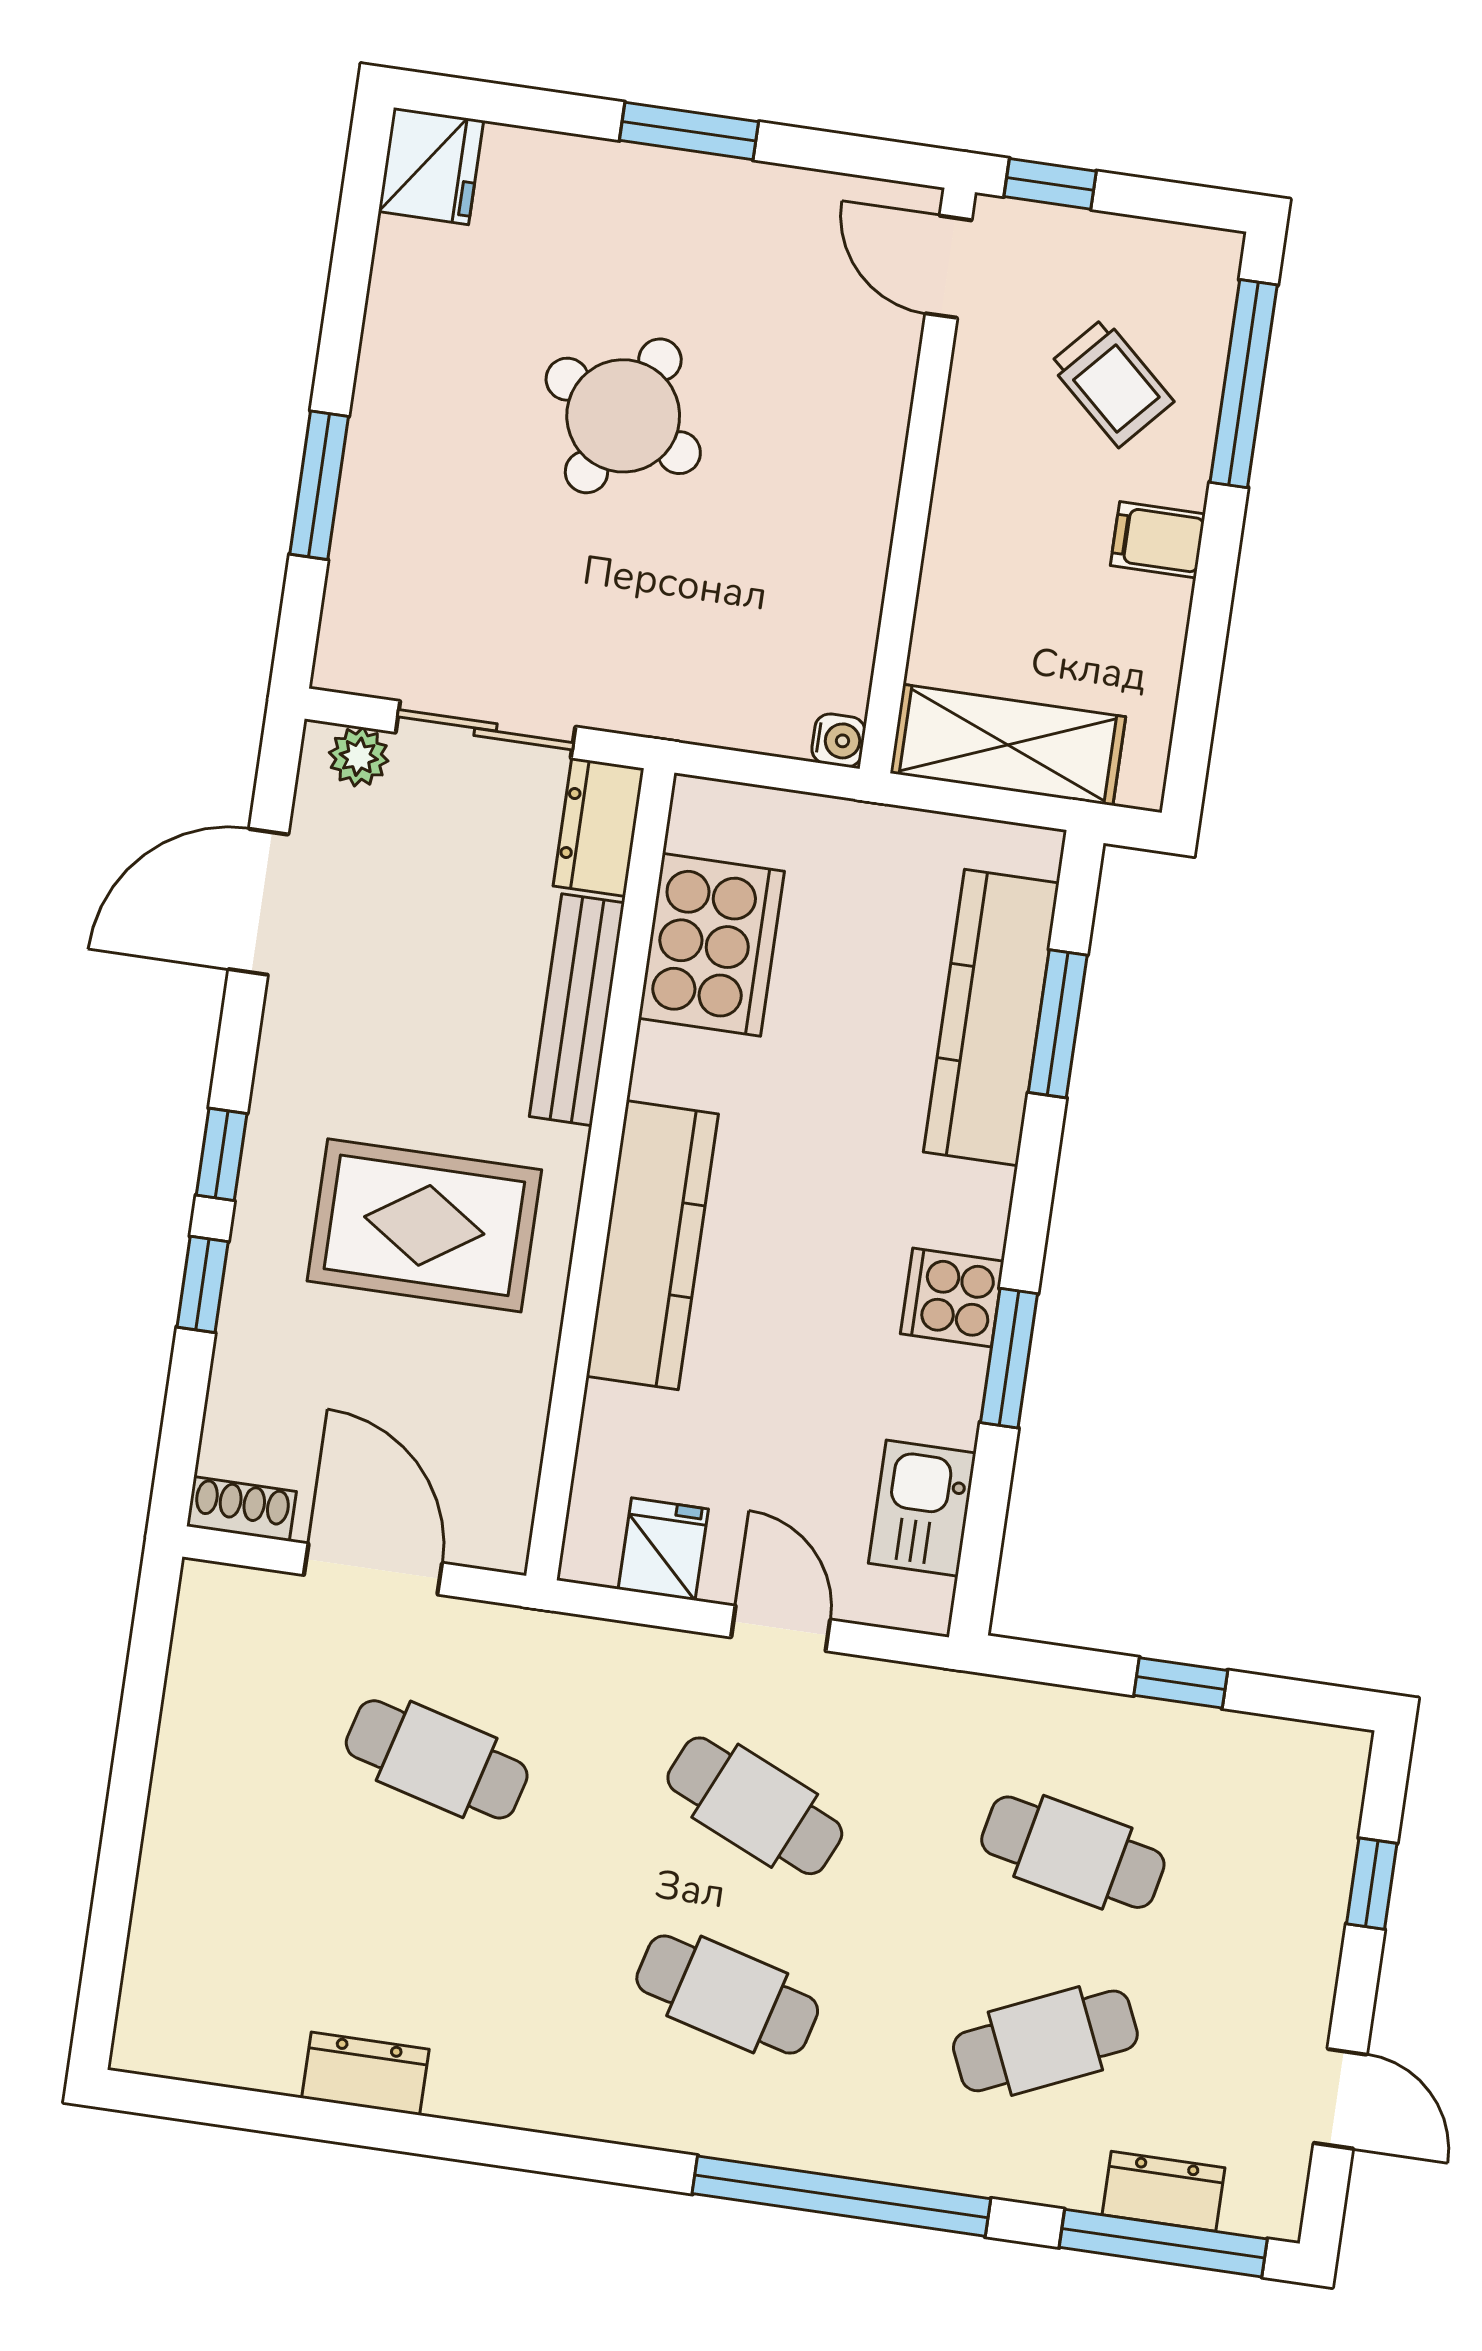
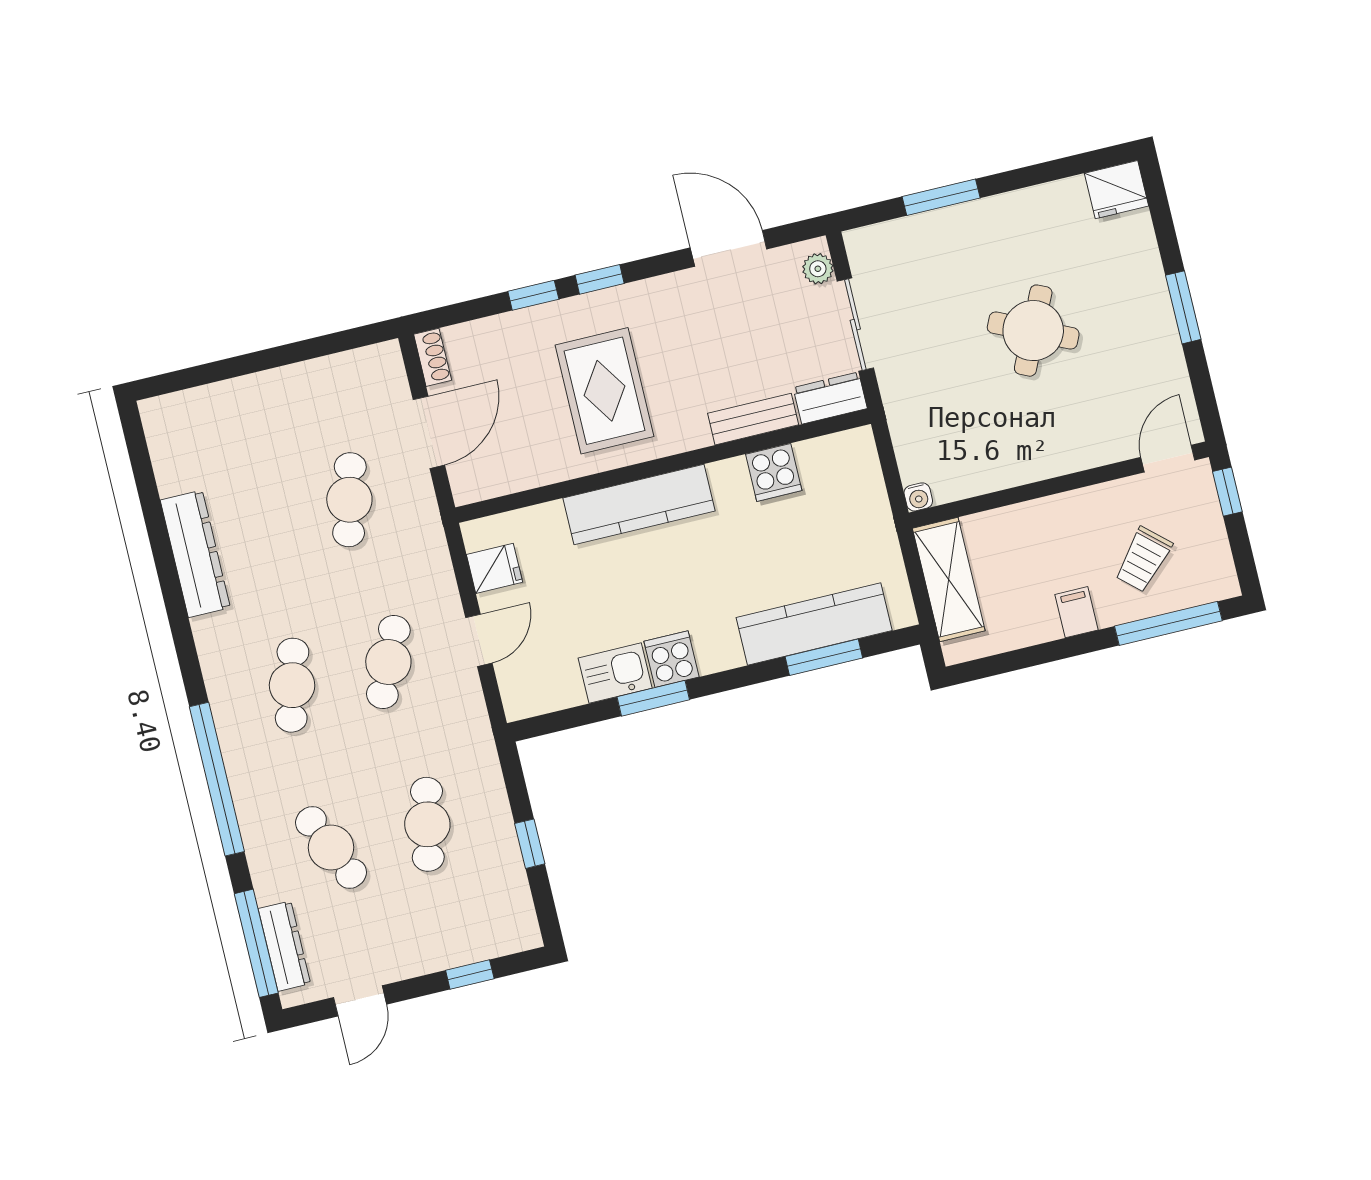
cooker: (711, 945) -> (774, 472), width x0.53, depth x0.76
bench: (577, 1010) -> (753, 419), width x0.73
kitchen sink: (922, 1508) -> (615, 673), moved
dresser: (365, 2074) -> (195, 554), width x1.96, depth x1.24
dresser: (1164, 2191) -> (284, 946), width x1.44

